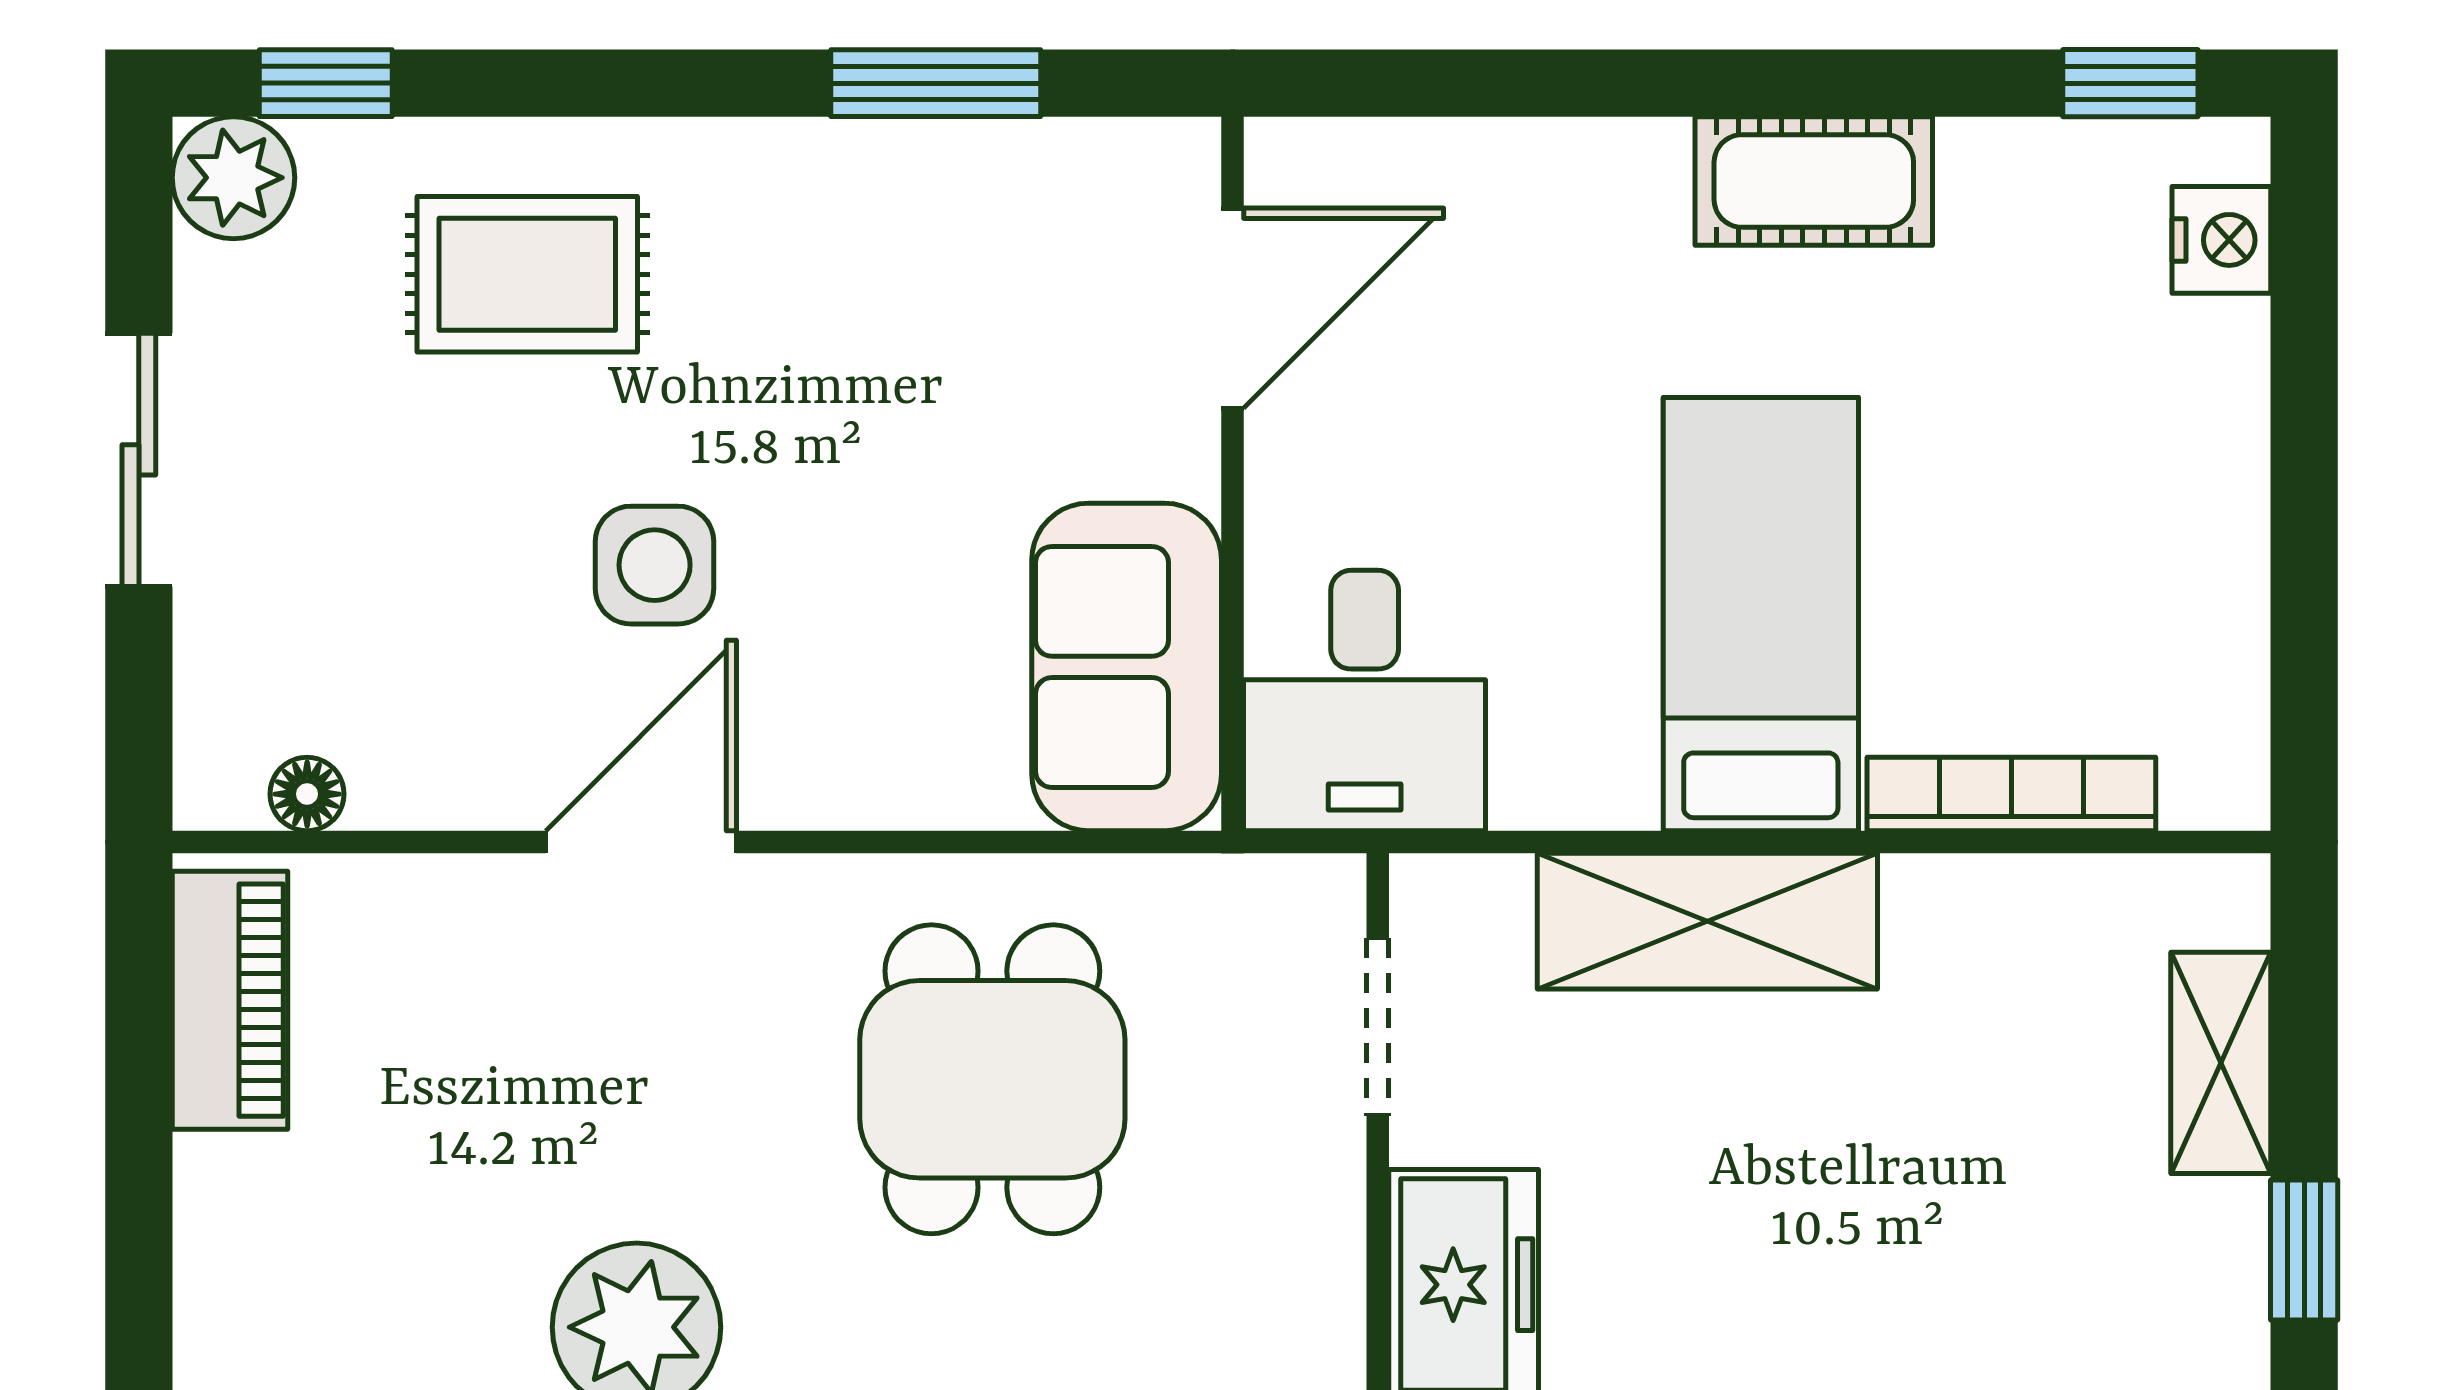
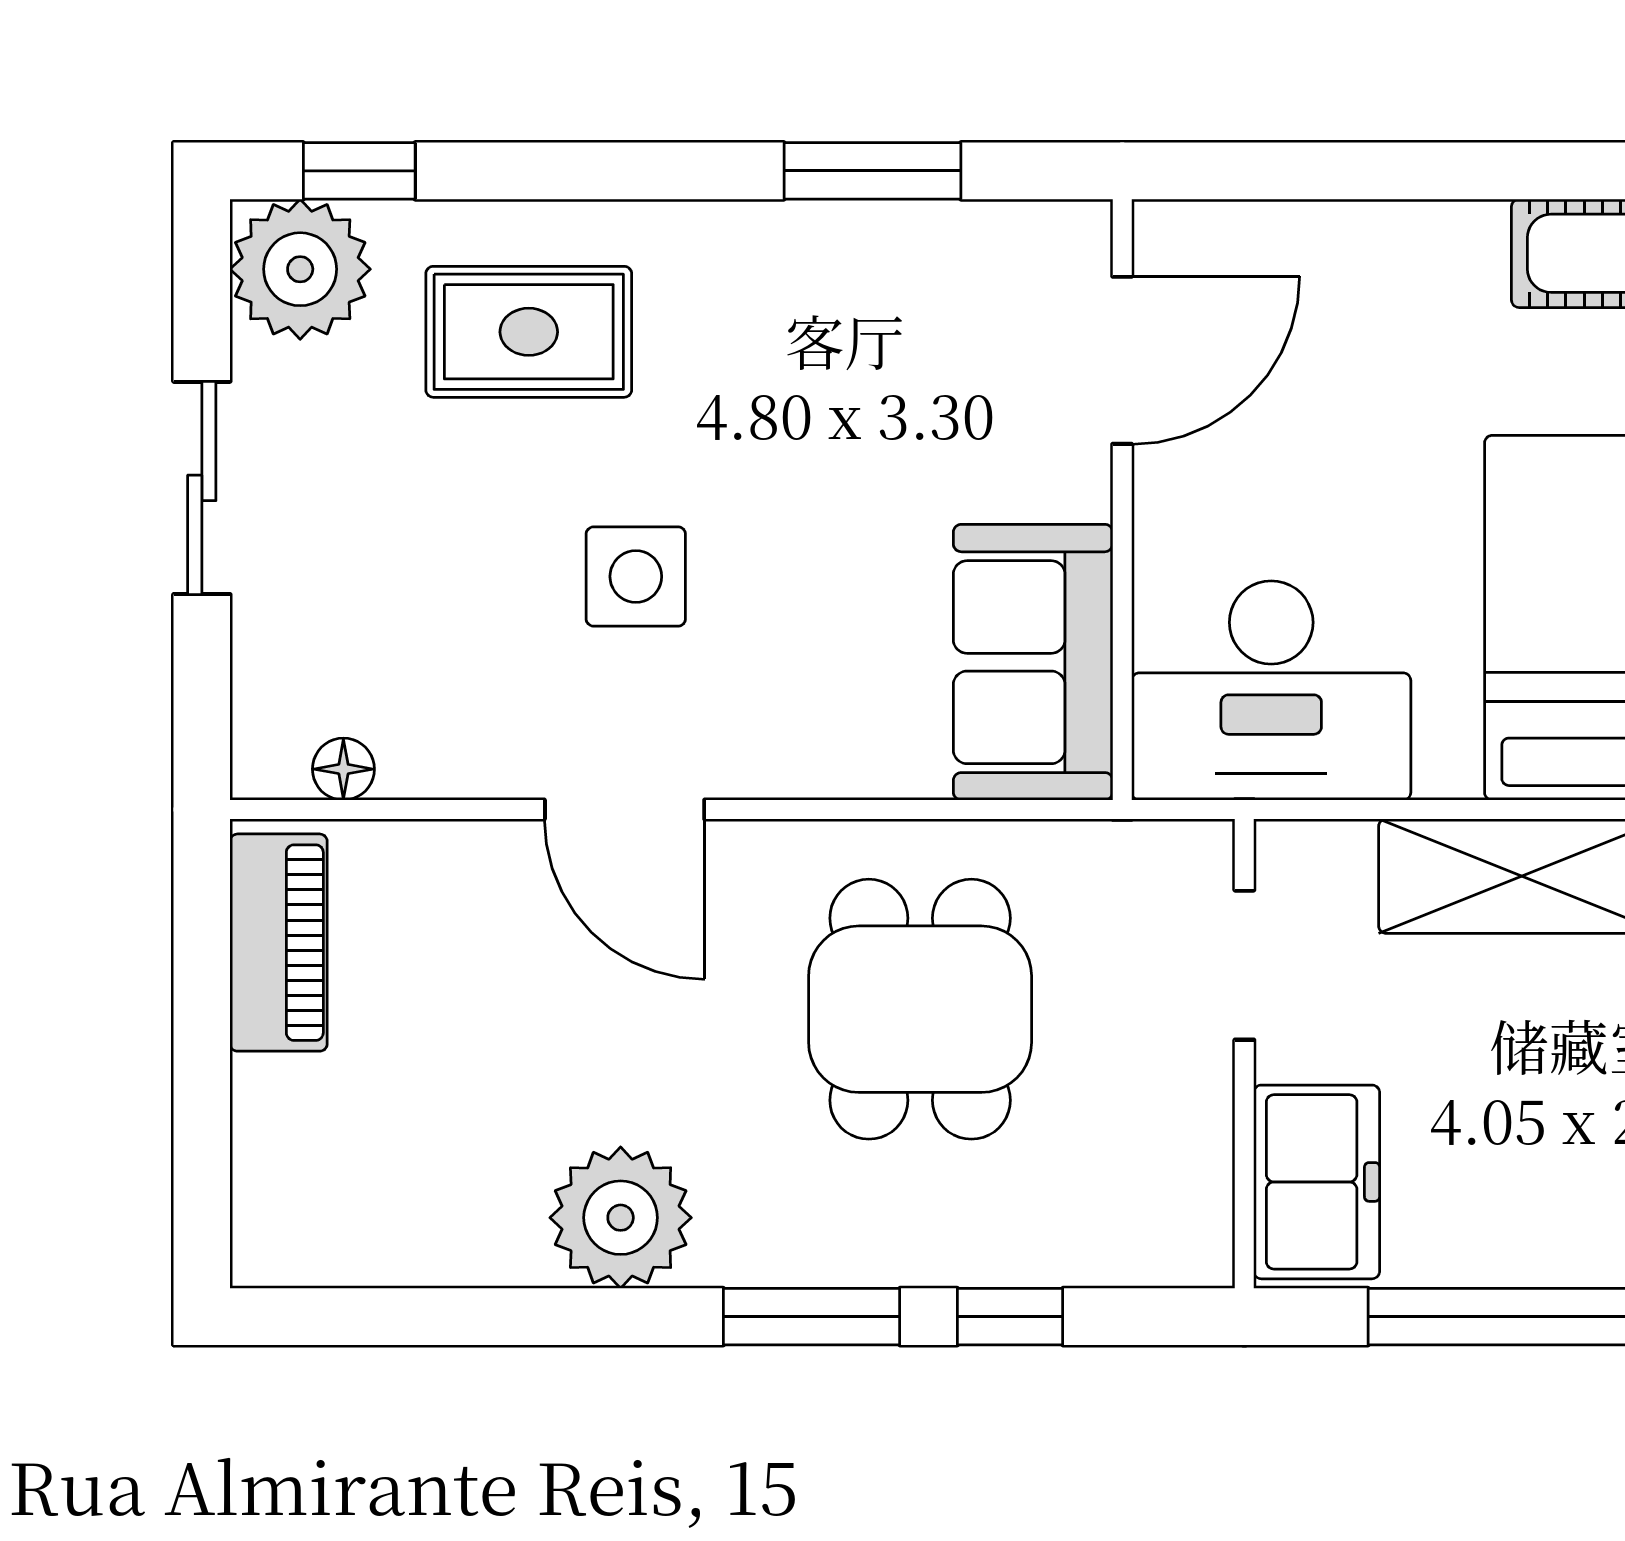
plant: (233, 178) -> (300, 269), width x1.36, depth x1.36
desk: (1365, 701) -> (1271, 690), width x1.37
door: (641, 842) -> (625, 810), swing flipped

